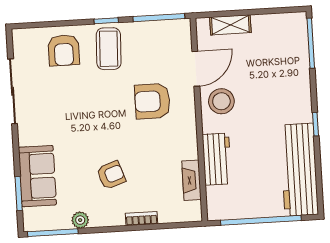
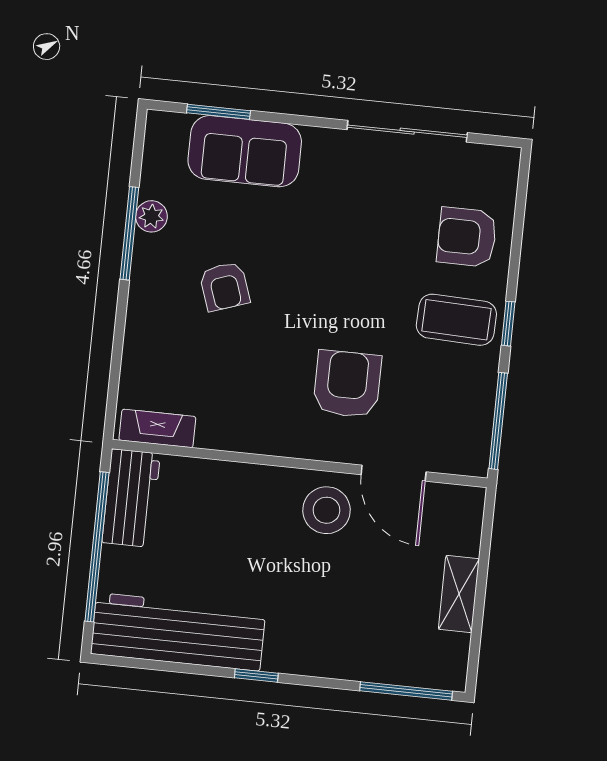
shelving: (230, 25) -> (459, 594), moved
workbench: (217, 159) -> (131, 498), moved, turned -90
fireplace: (192, 180) -> (157, 428), moved
bookcase: (142, 219) -> (136, 329), removed
window: (53, 233) -> (129, 233), moved

